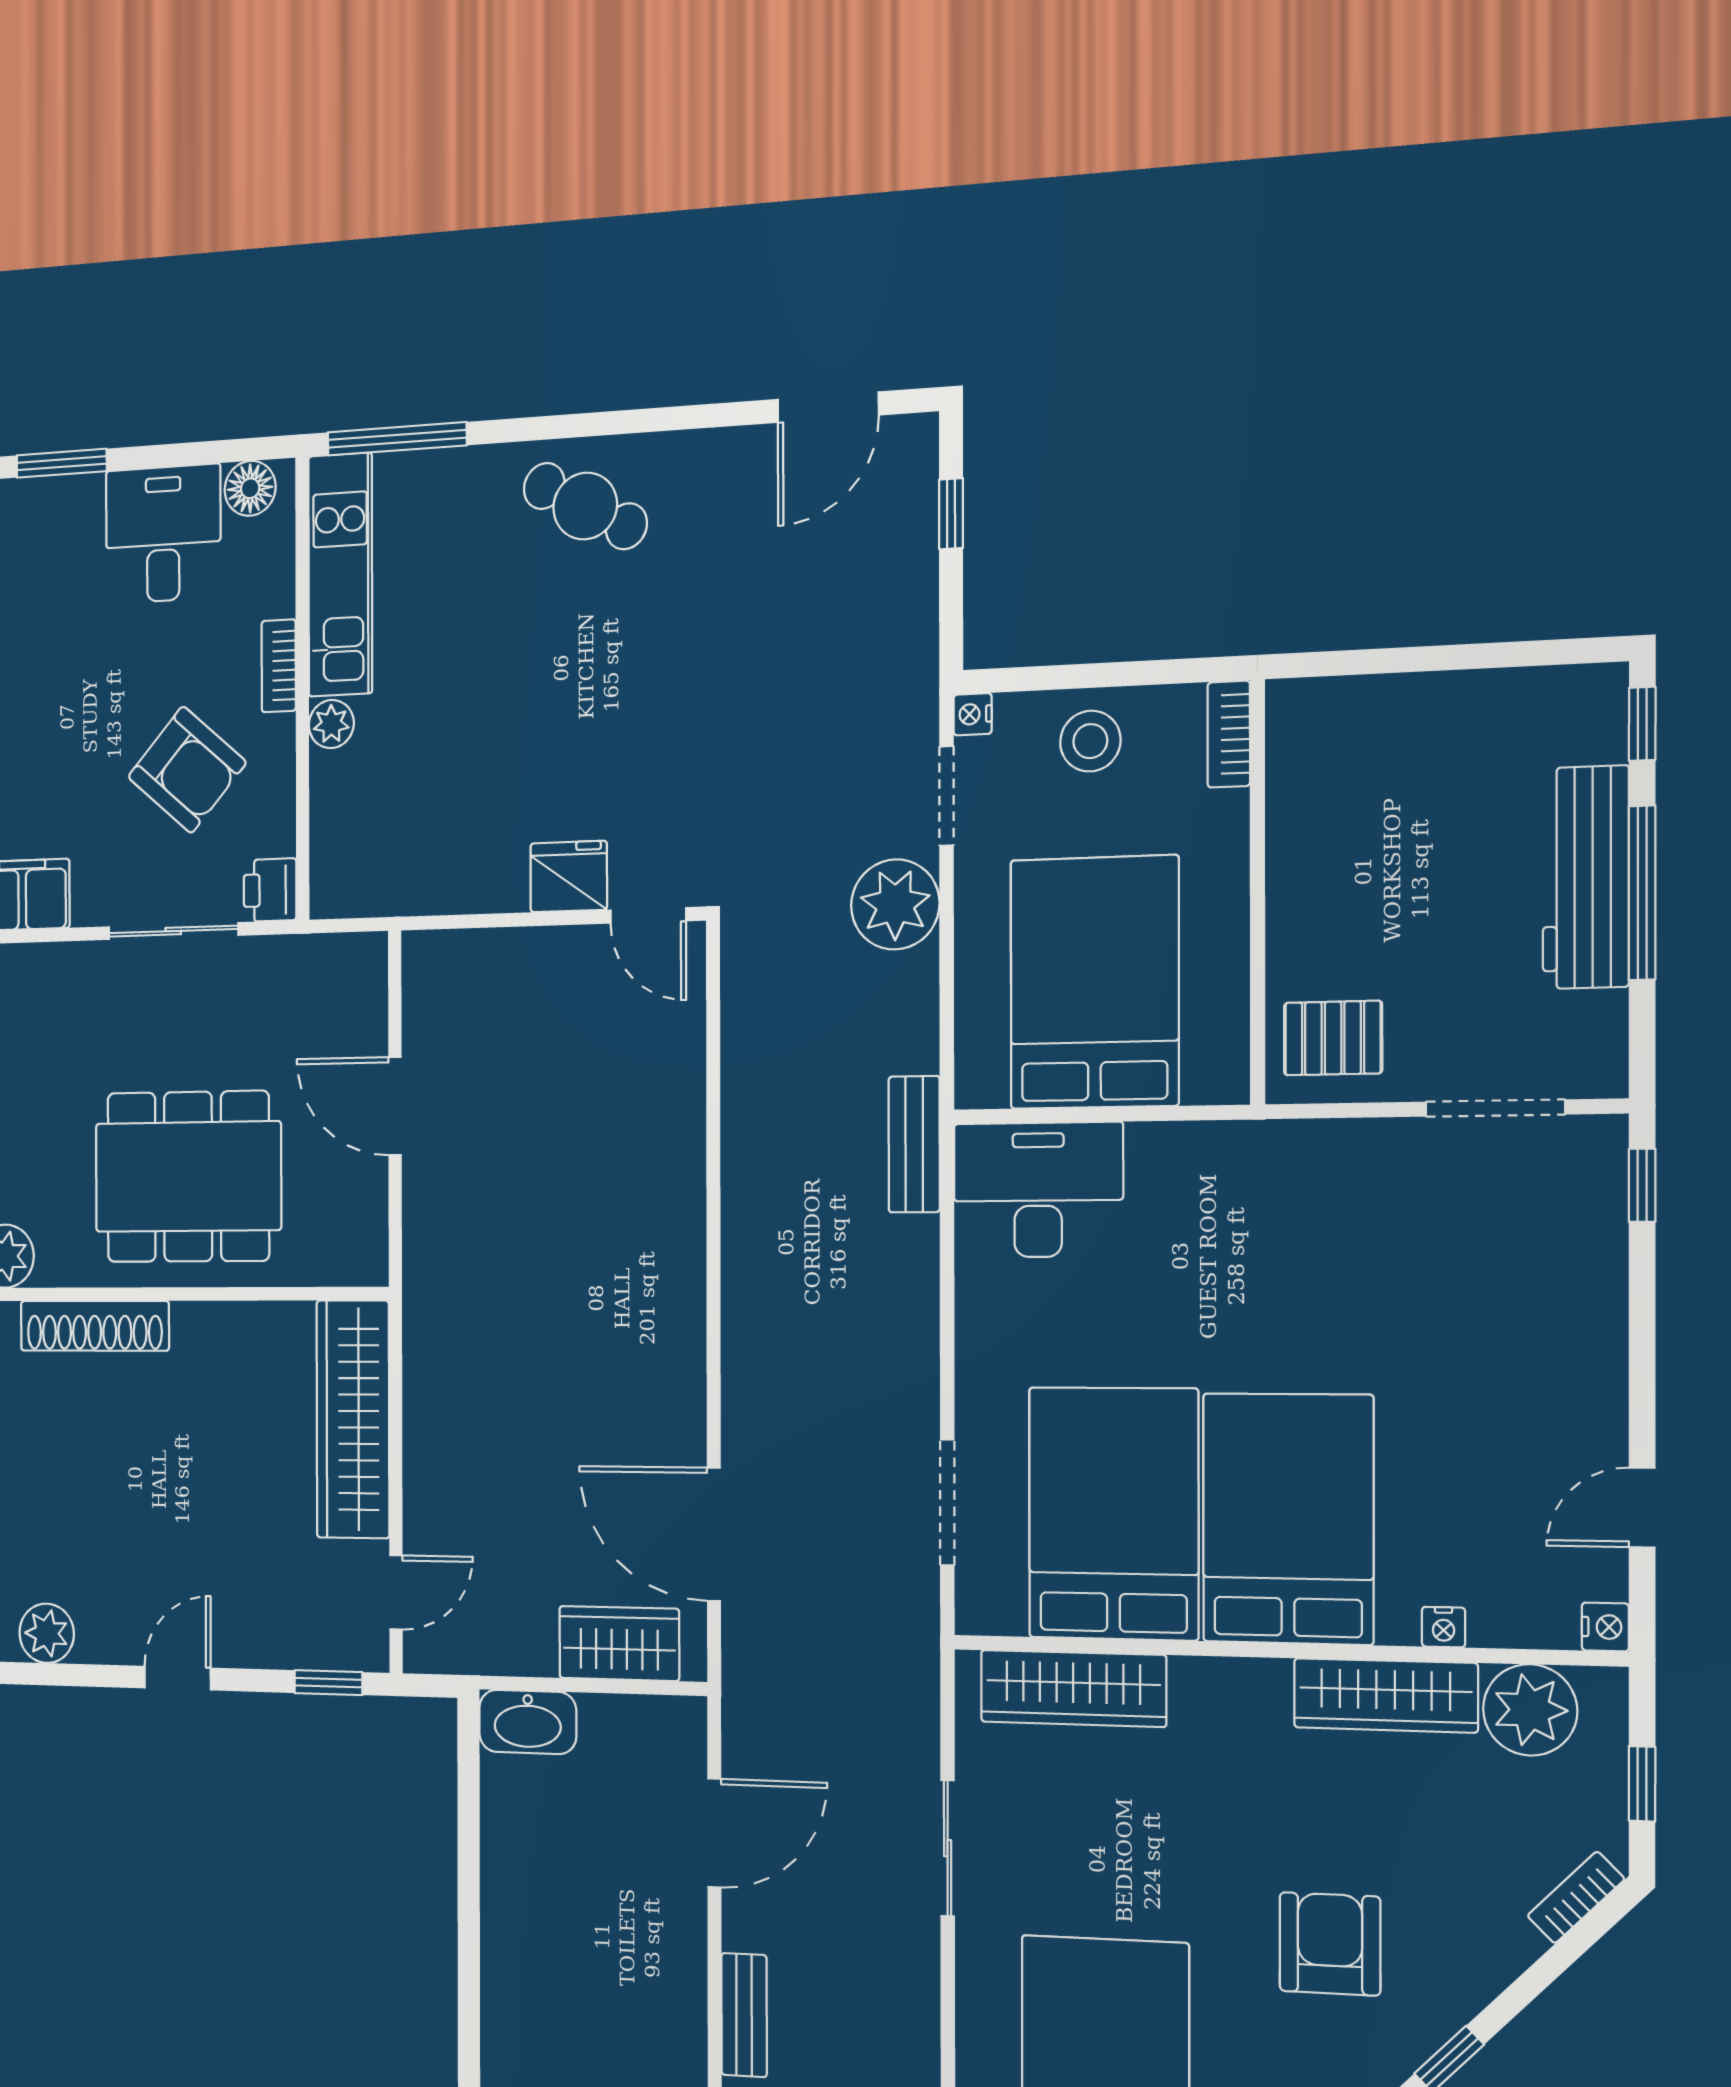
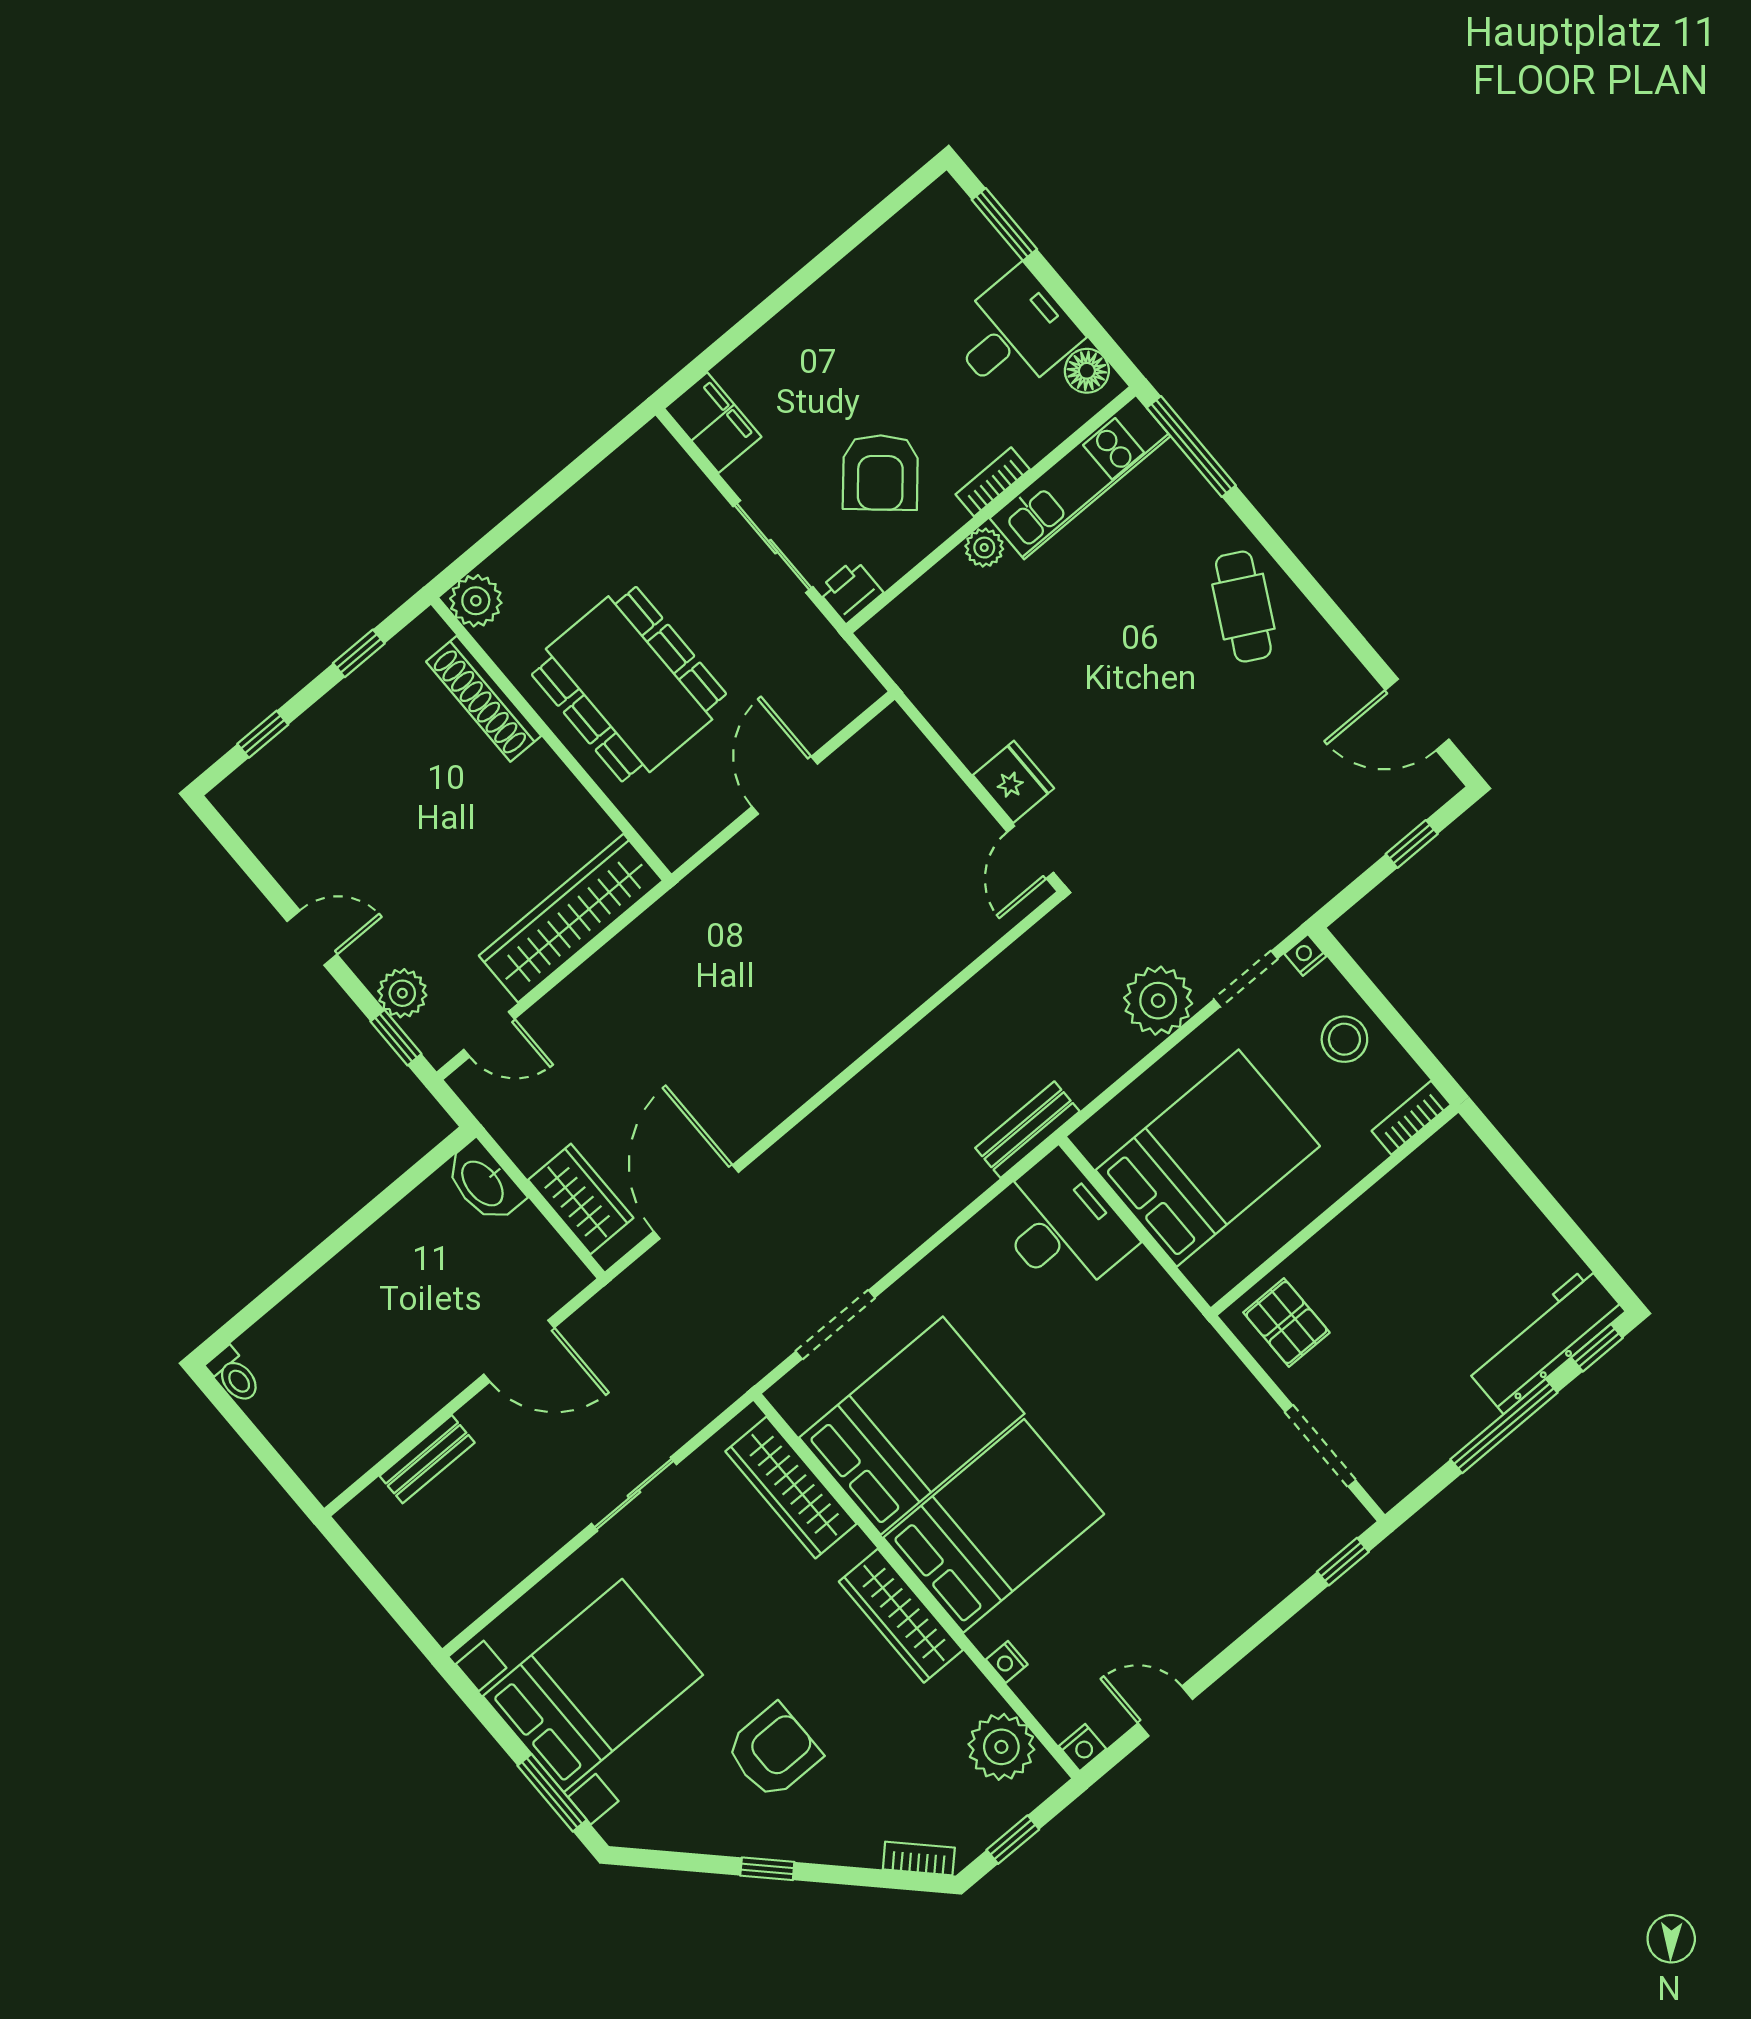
workbench: (1586, 877) -> (1545, 1340), moved
plant: (47, 1633) -> (402, 993), moved
wardrobe: (1386, 1695) -> (901, 1616), moved

